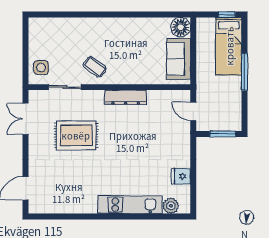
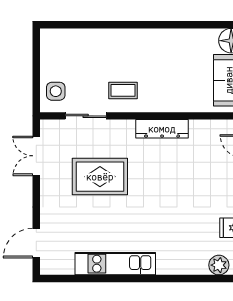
coffee table: (95, 67) -> (123, 90), turned -36
kitchen unit: (130, 205) -> (115, 264), moved

